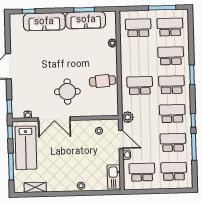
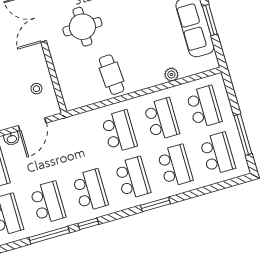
school desk: (139, 57) -> (162, 119), added
plant: (128, 117) -> (68, 126), removed

